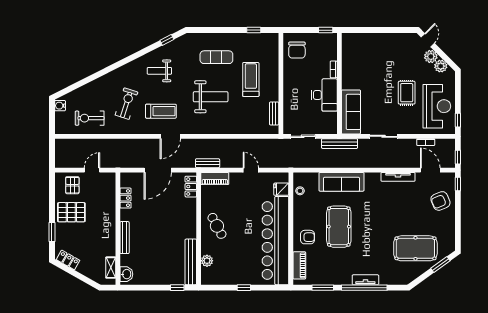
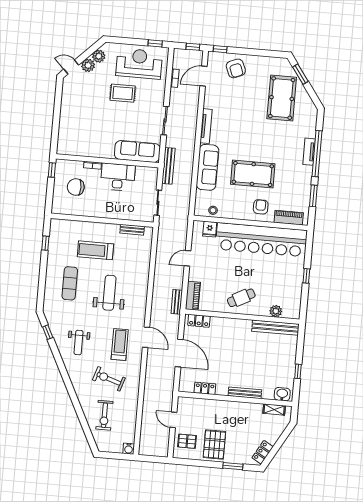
chair: (297, 50) -> (76, 187), moved, turned 180
water cooler: (60, 106) -> (129, 449), moved
exercise bike: (90, 118) -> (104, 415), moved
tv unit: (398, 177) -> (206, 126), moved
window: (177, 288) -> (298, 371), moved

